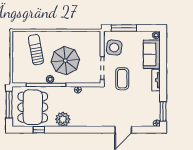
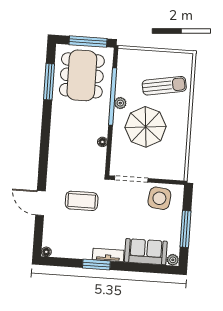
window: (124, 28) -> (185, 229), moved
coffee table: (122, 79) -> (82, 201), moved
dining table: (33, 107) -> (82, 75), turned 90
window: (163, 111) -> (96, 265), moved
plant: (63, 119) -> (61, 117), removed
window: (39, 130) -> (49, 82), width x2.17

